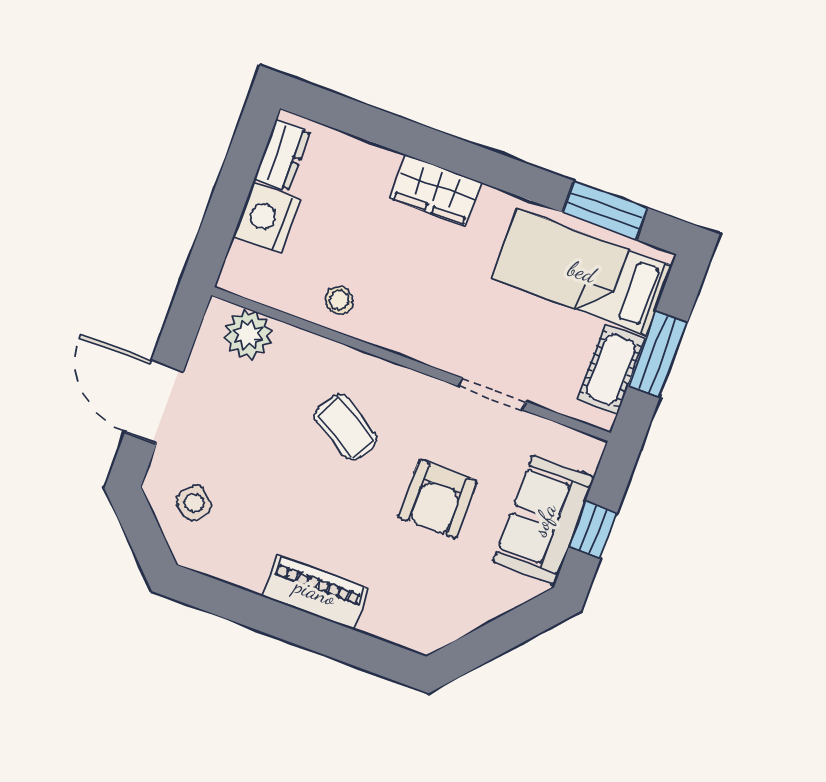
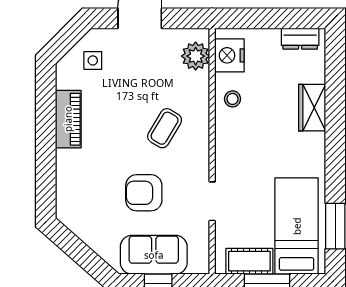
wardrobe: (436, 190) -> (312, 108), moved
nightstand: (267, 218) -> (229, 55), moved, turned -90
side table: (194, 503) -> (93, 60), turned -38
piano: (315, 592) -> (68, 119), moved

